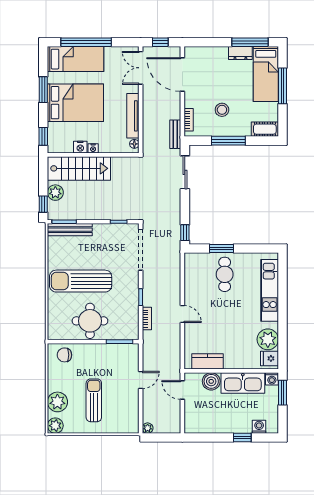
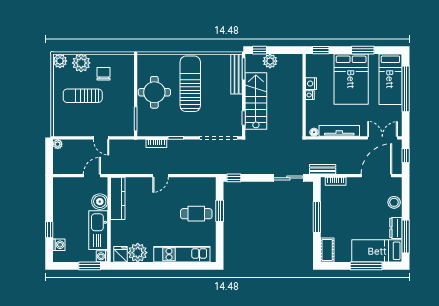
stool: (222, 110) -> (394, 202), moved
stairs: (79, 168) -> (256, 101), moved, turned 180
chair: (64, 355) -> (104, 74), moved
kitchen counter: (208, 361) -> (118, 198), width x1.50
sun lounger: (94, 400) -> (83, 96), turned 180

